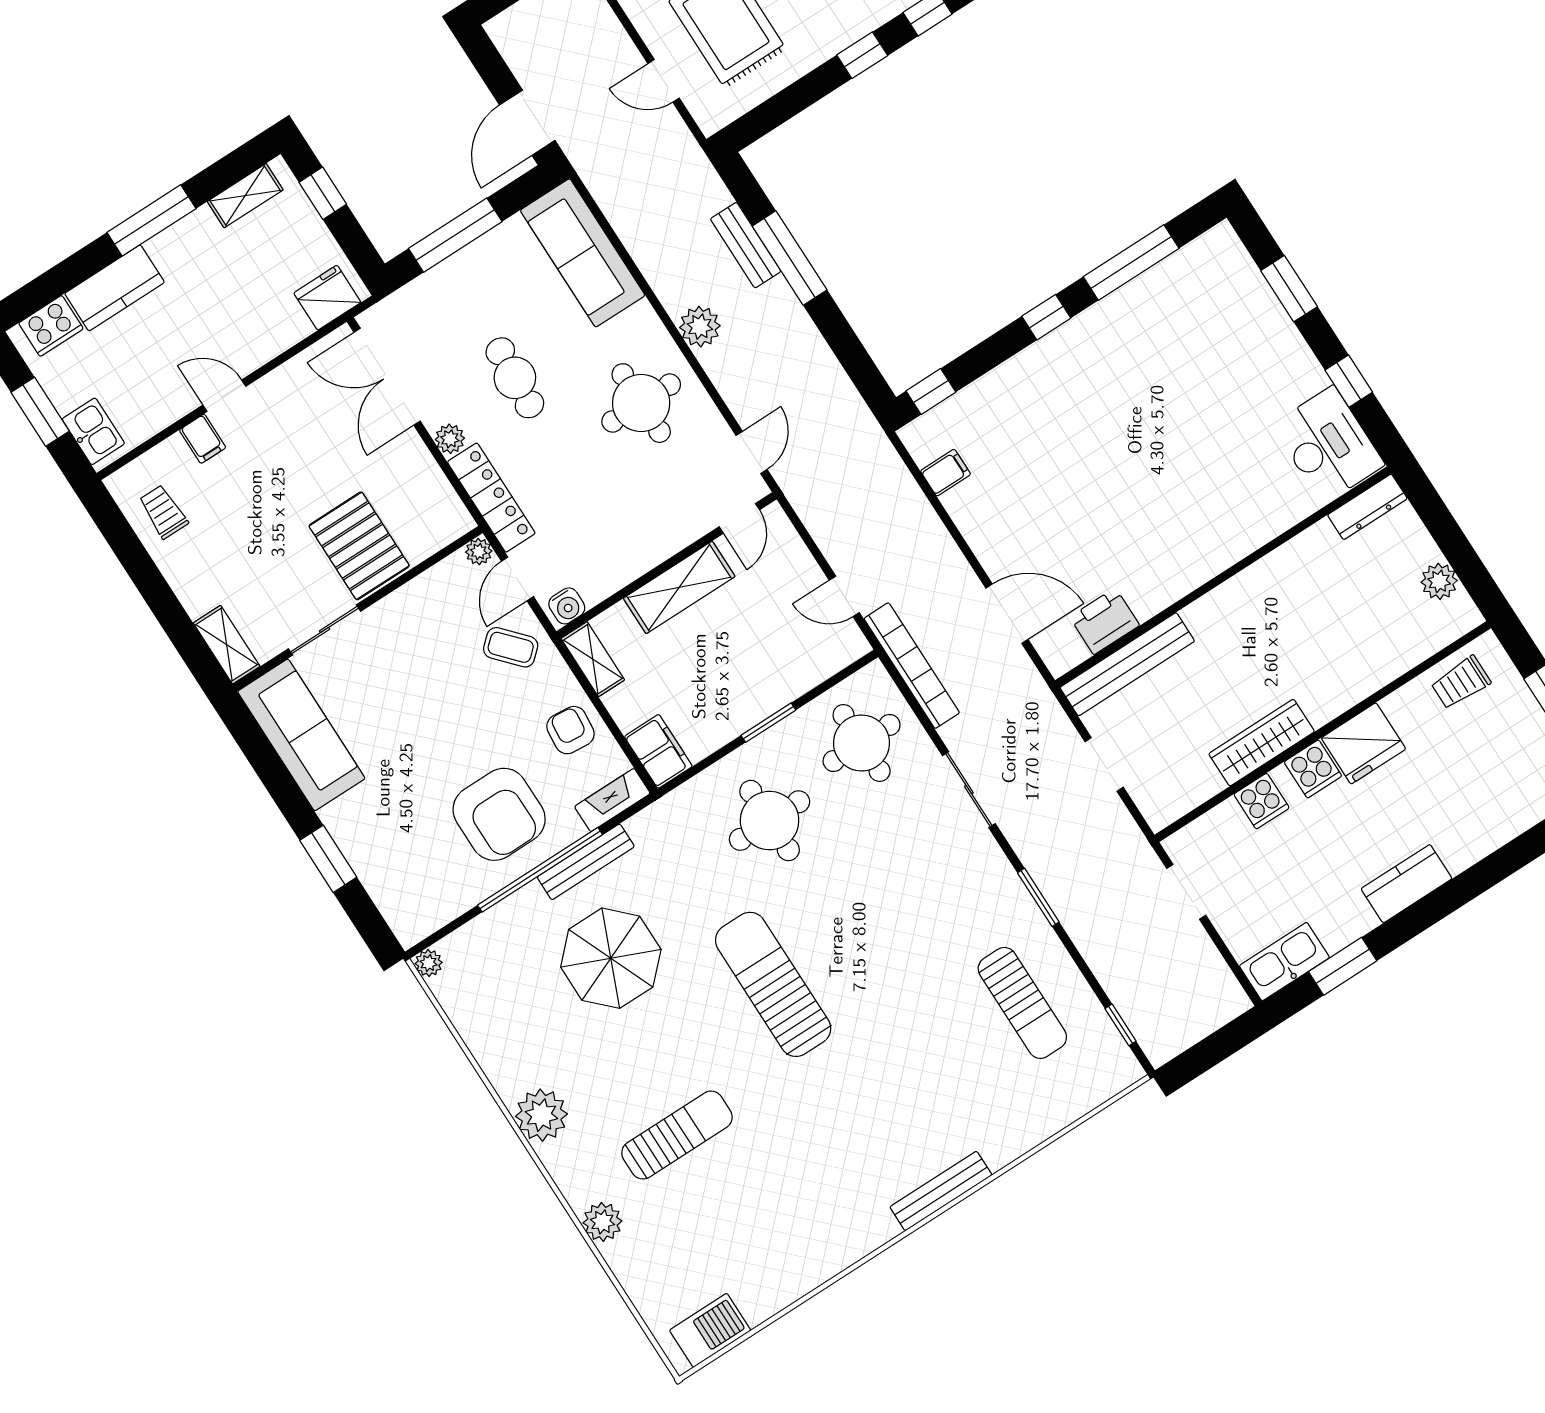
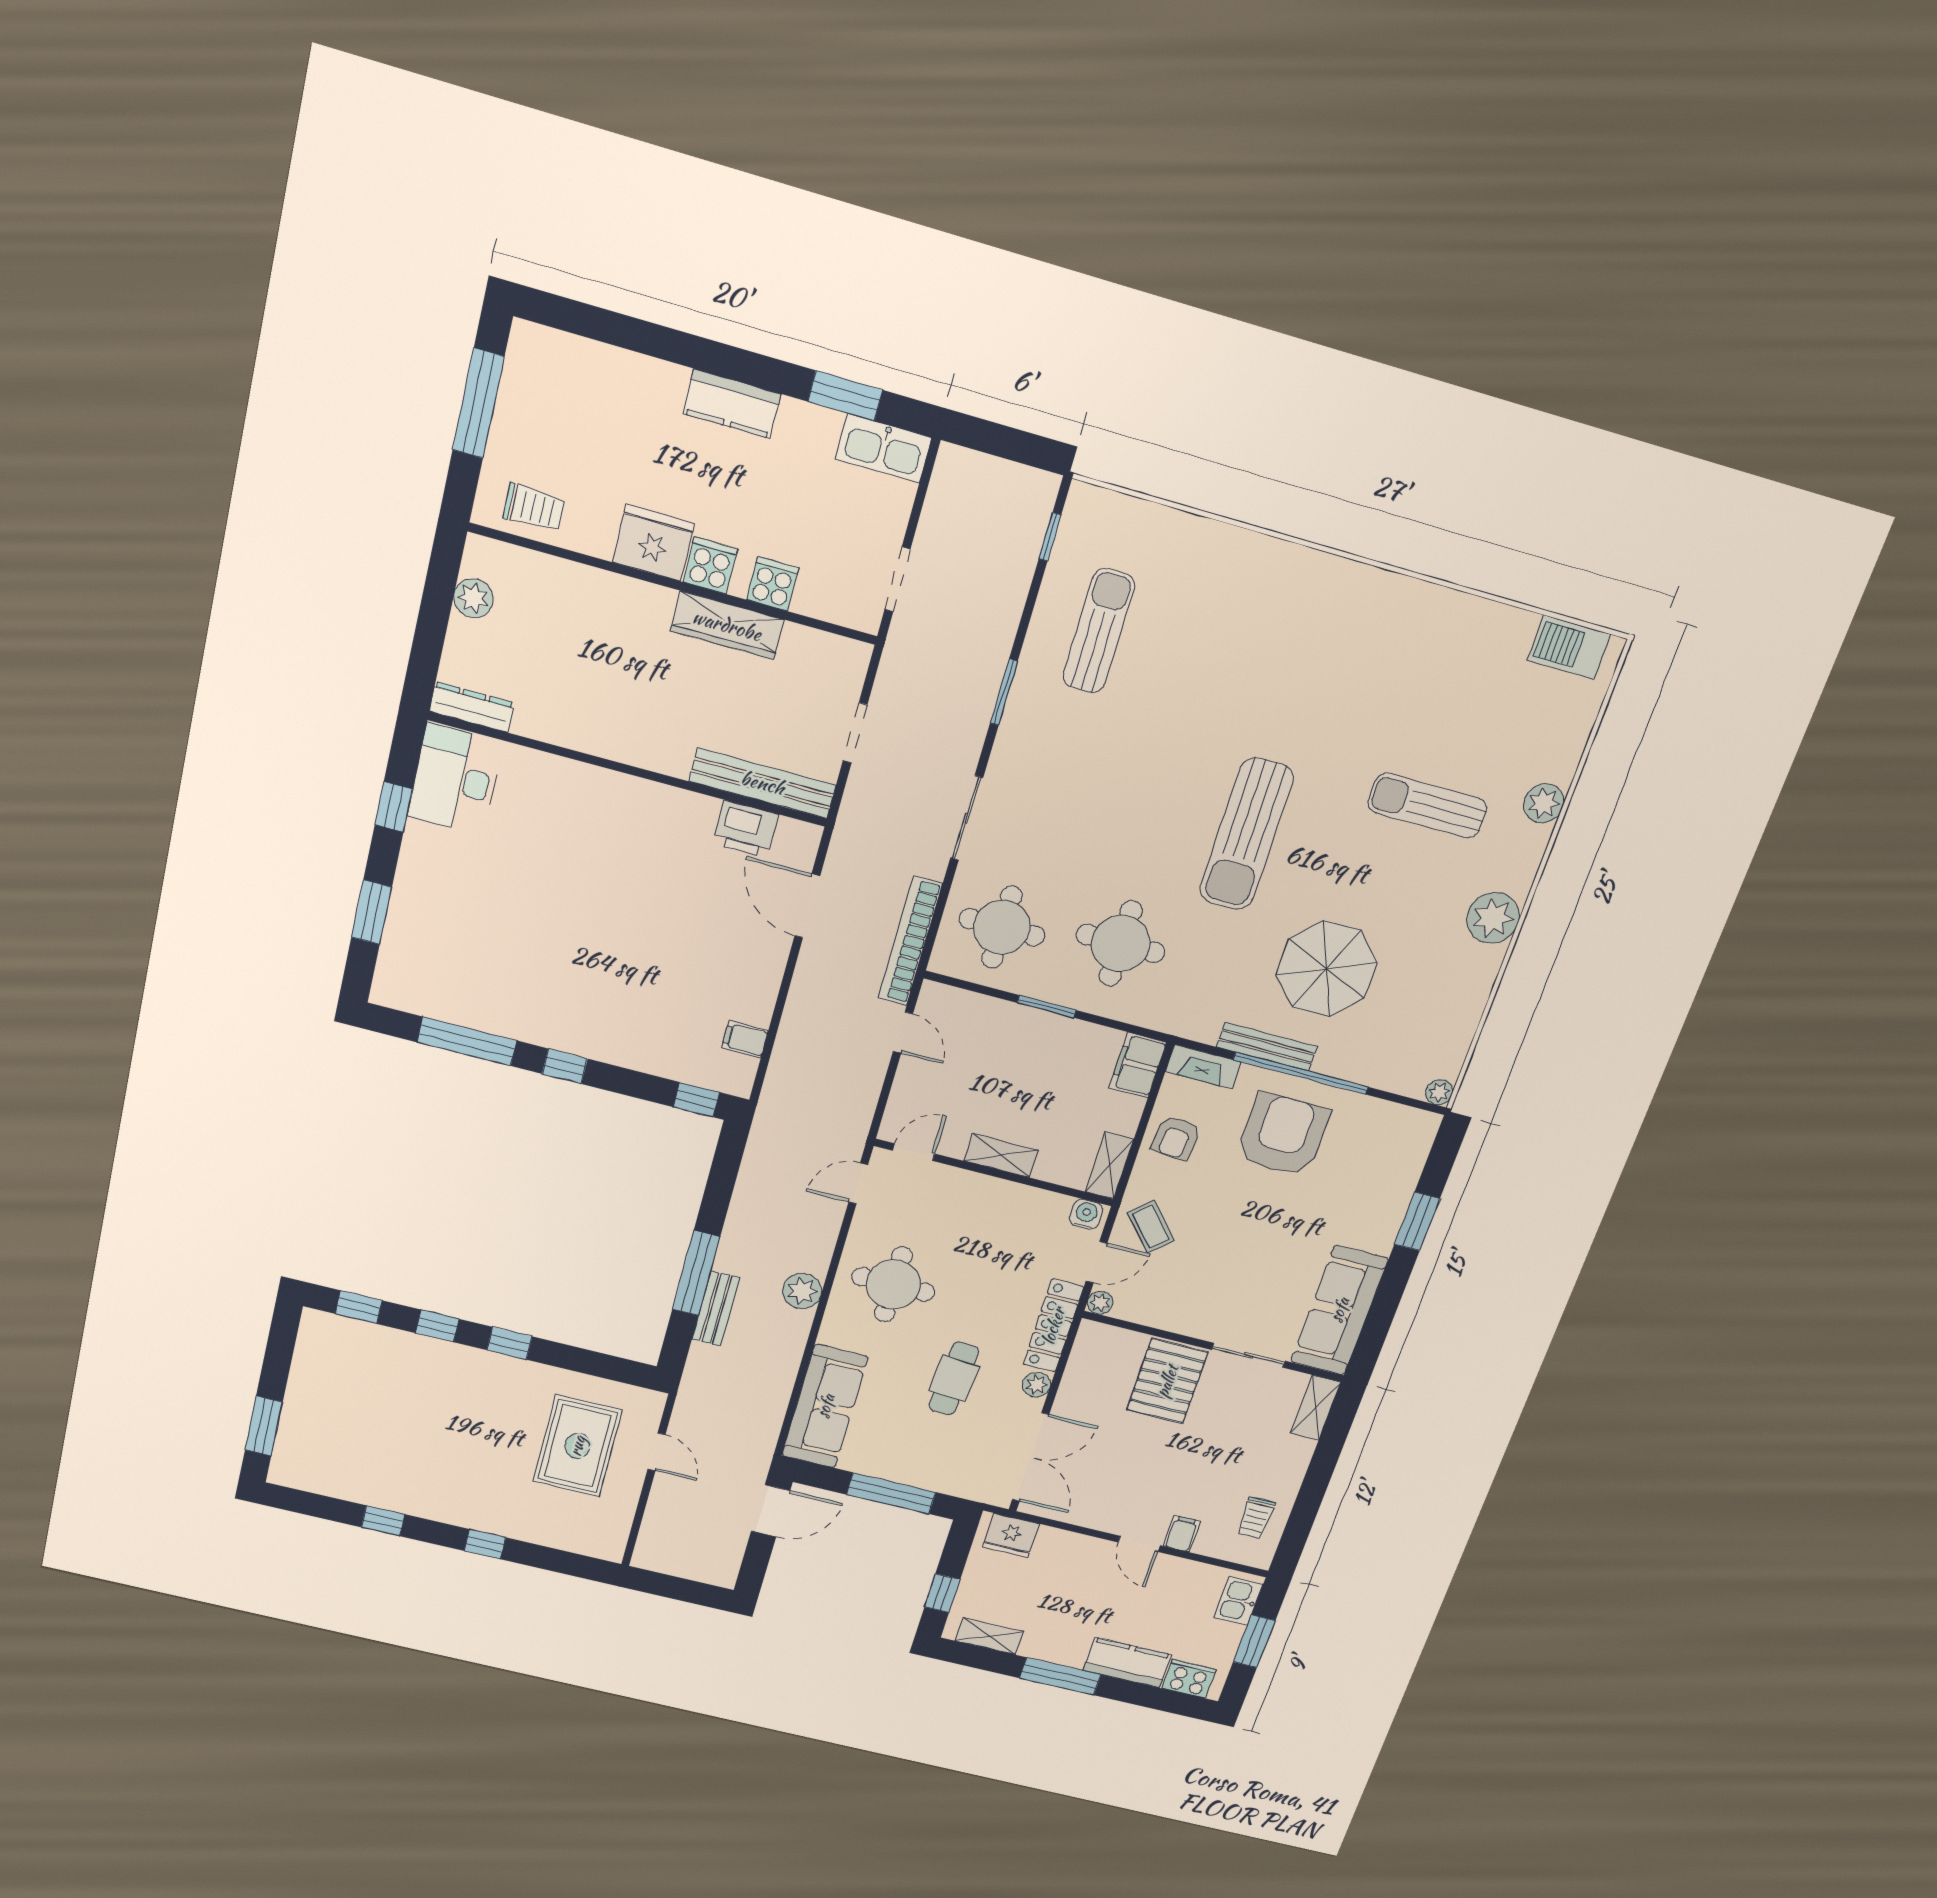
shelving: (679, 587) -> (1001, 1155), width x0.67, depth x0.75
bench: (941, 1191) -> (1307, 563), removed

